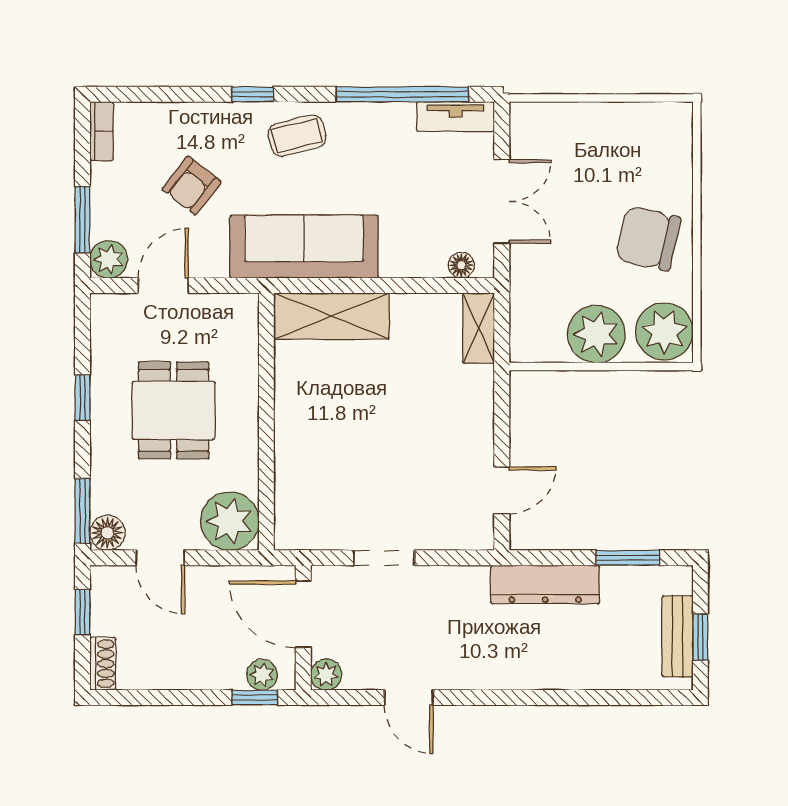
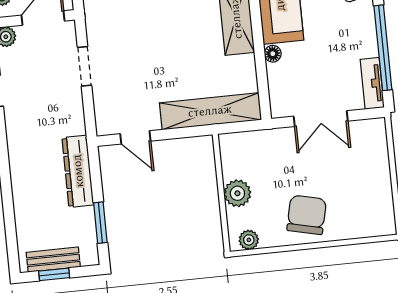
floor lamp: (461, 265) -> (273, 54), moved
shelving: (479, 328) -> (210, 111), width x2.20, depth x1.33
plant: (664, 332) -> (249, 240), width x0.53, depth x0.53
plant: (596, 334) -> (237, 193), width x0.73, depth x0.73

